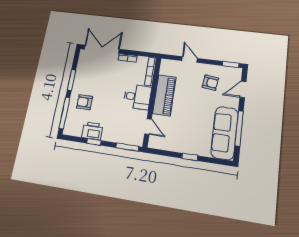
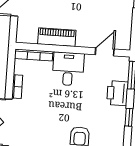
piano: (164, 95) -> (57, 37), width x0.73, depth x0.75
printer: (92, 131) -> (117, 93), moved

